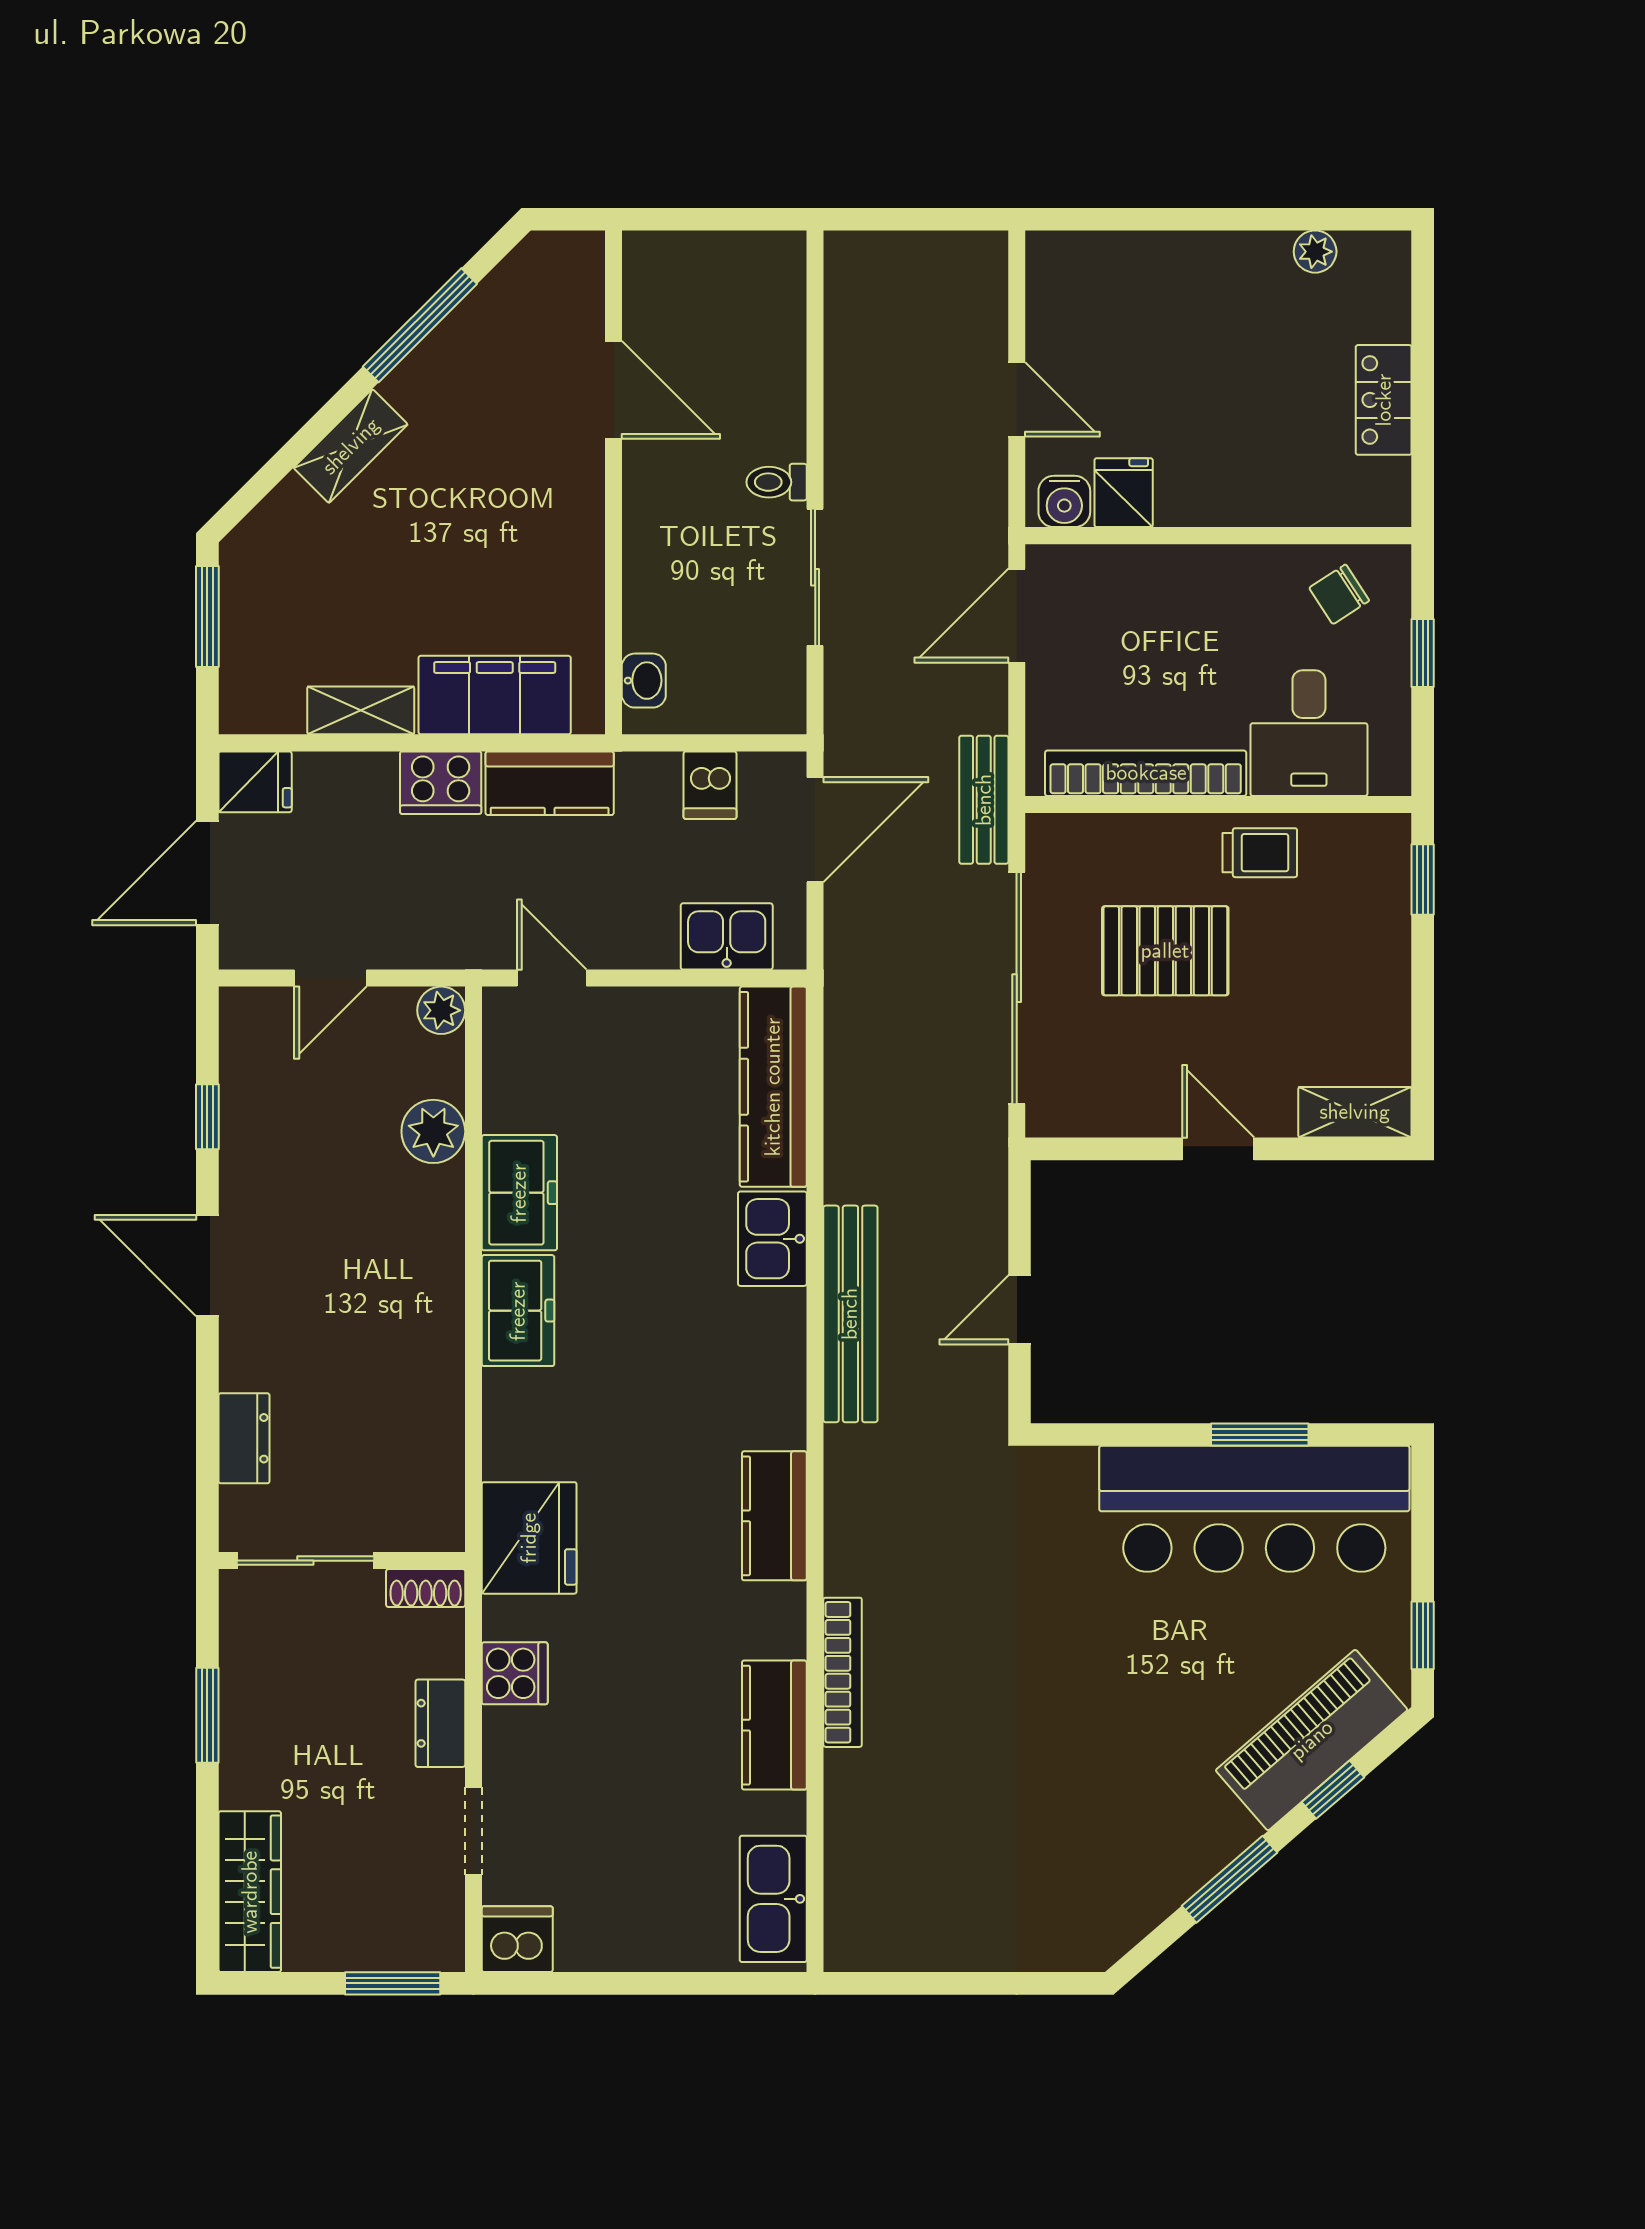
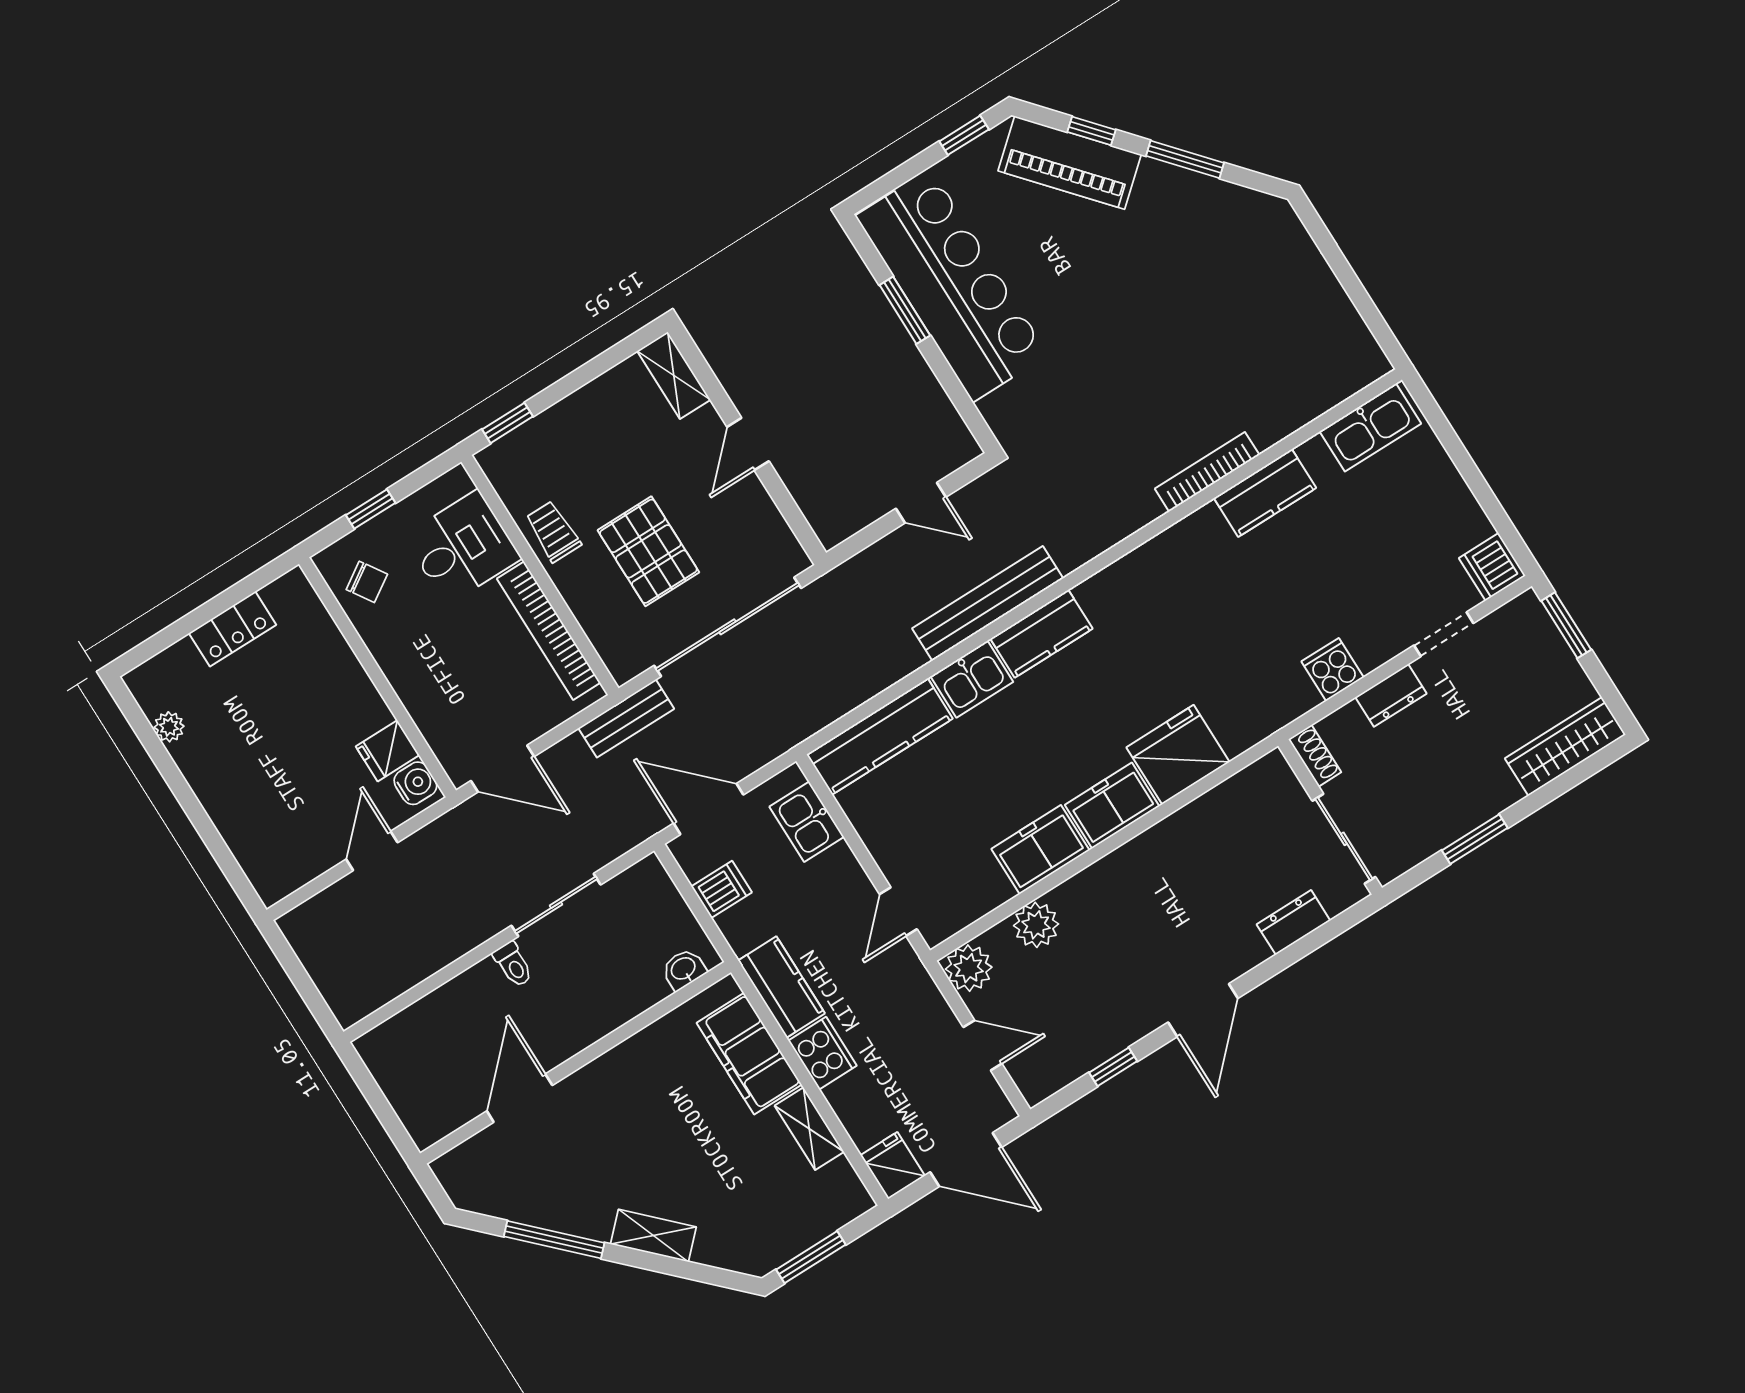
plant: (441, 1010) -> (969, 968), width x1.38, depth x1.38
kitchen counter: (774, 1516) -> (1041, 634), moved
fridge: (529, 1538) -> (1178, 755), moved

